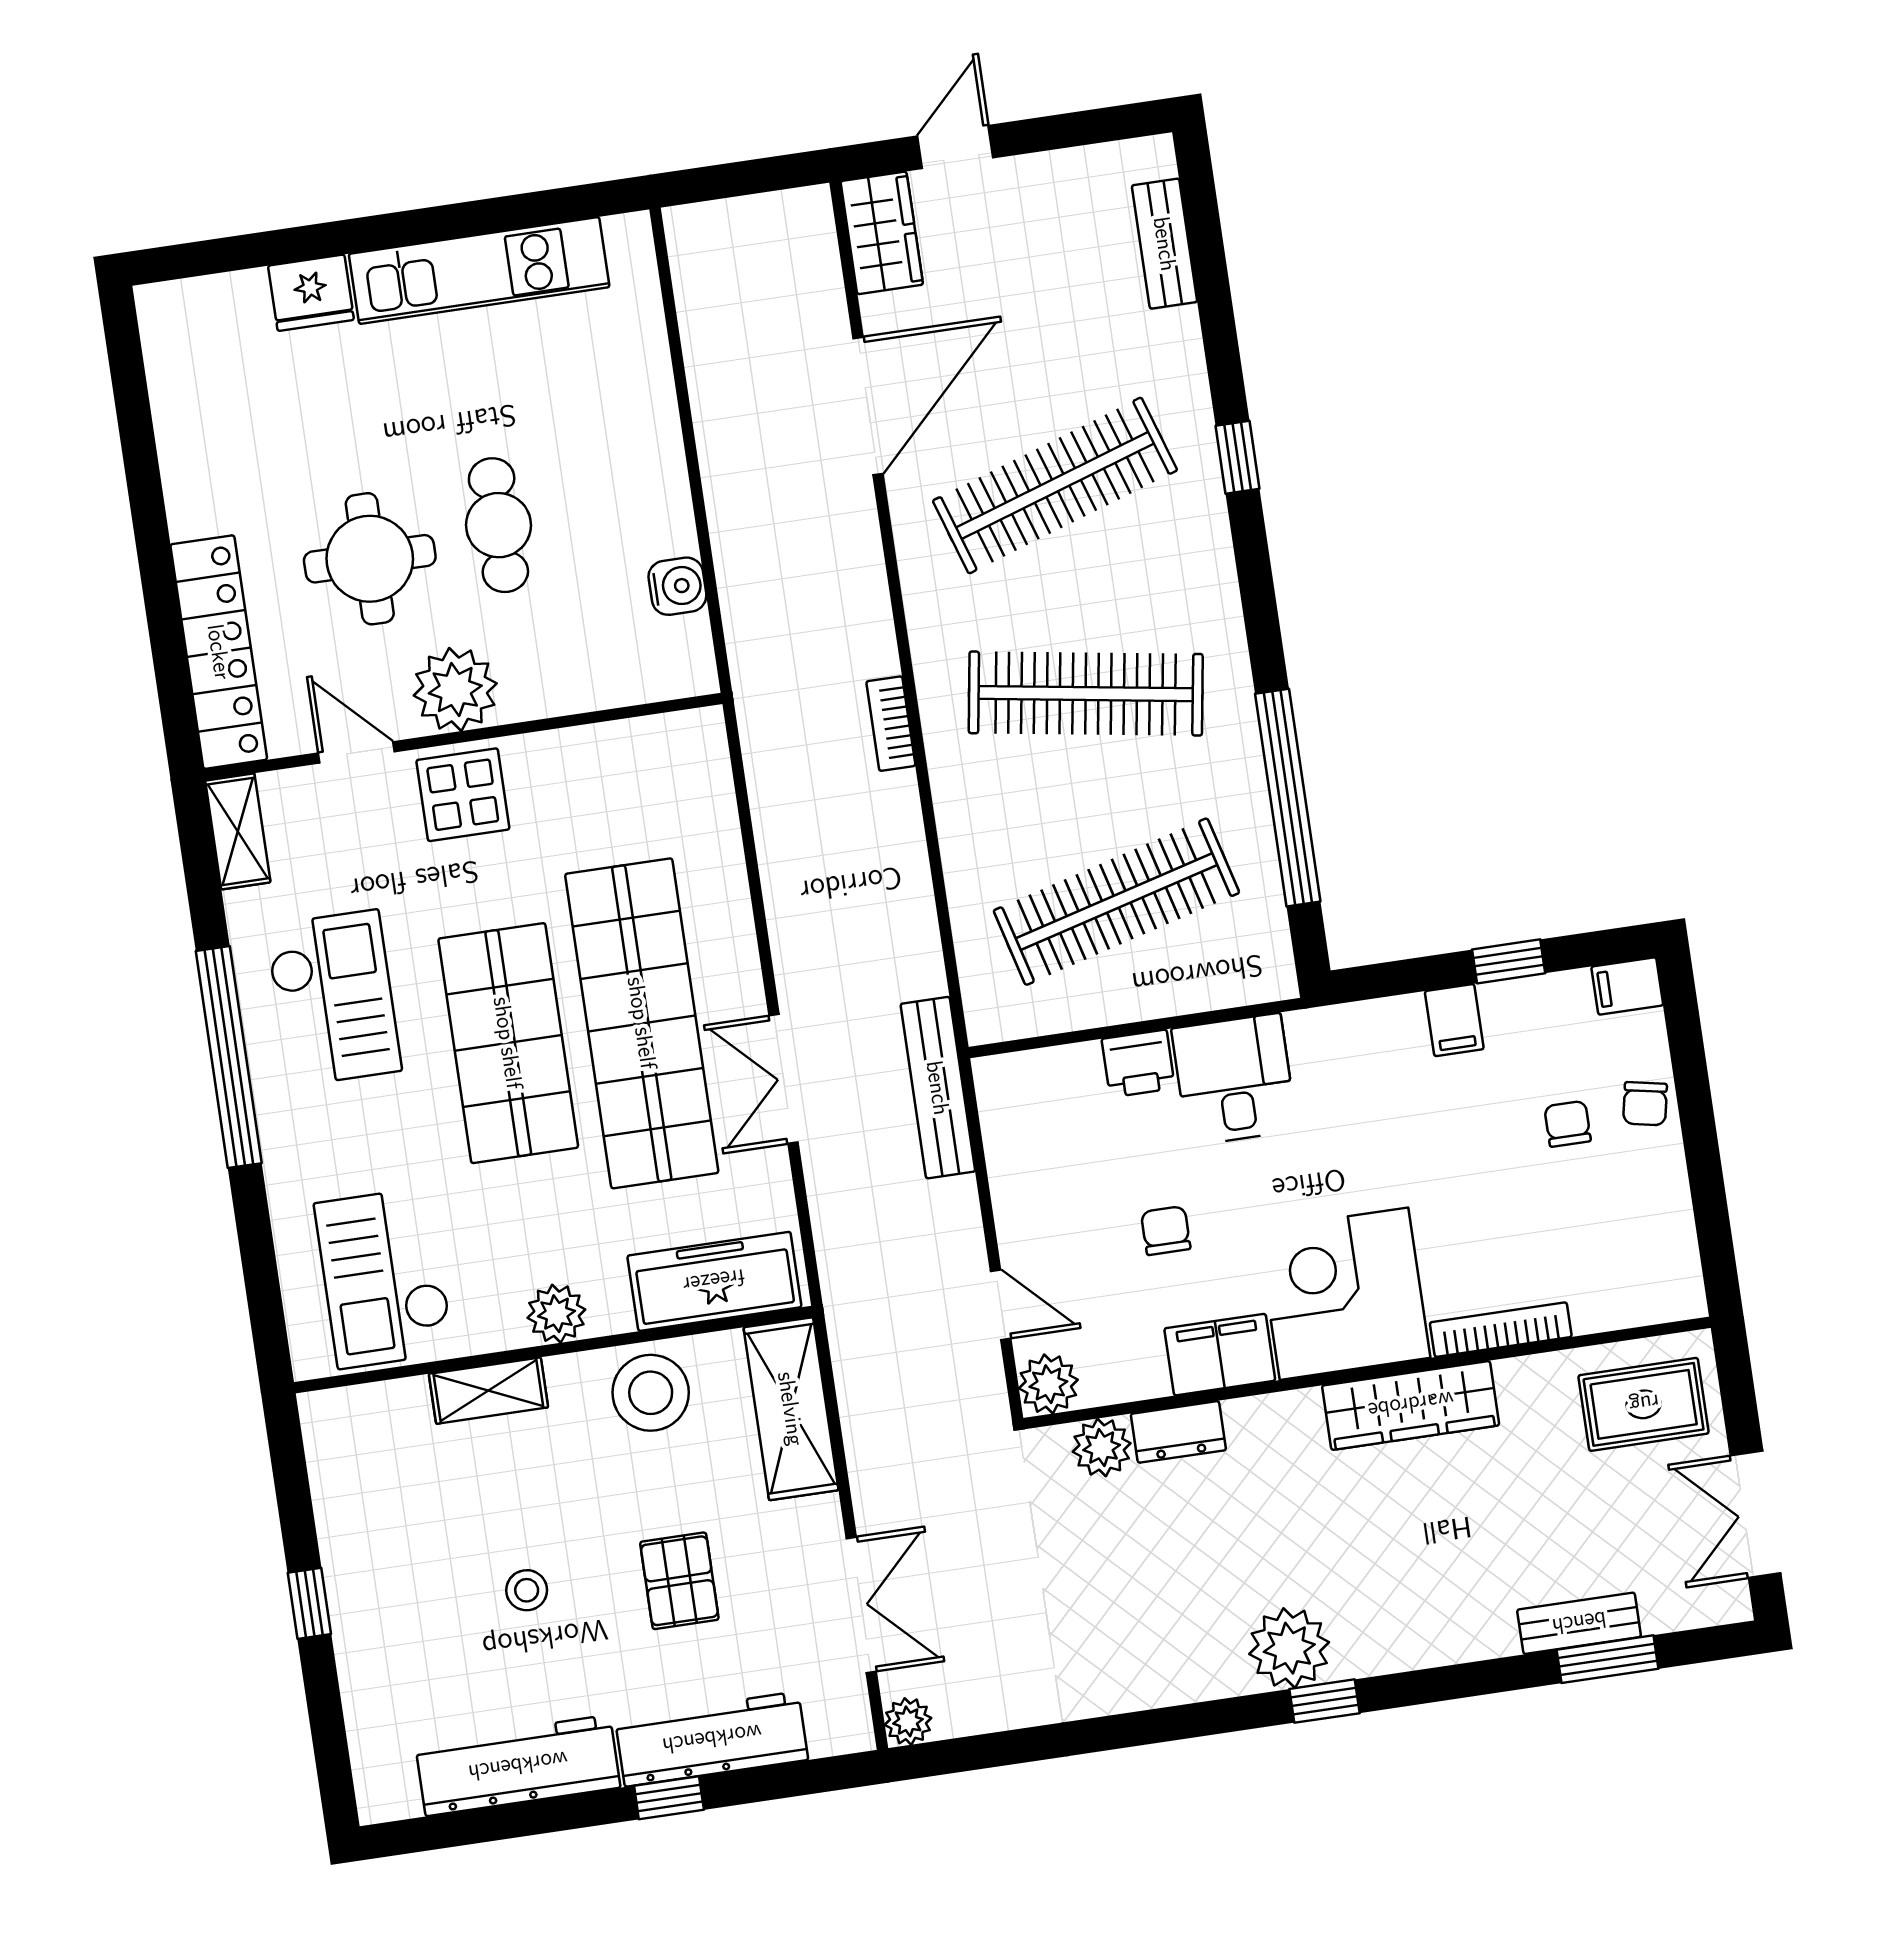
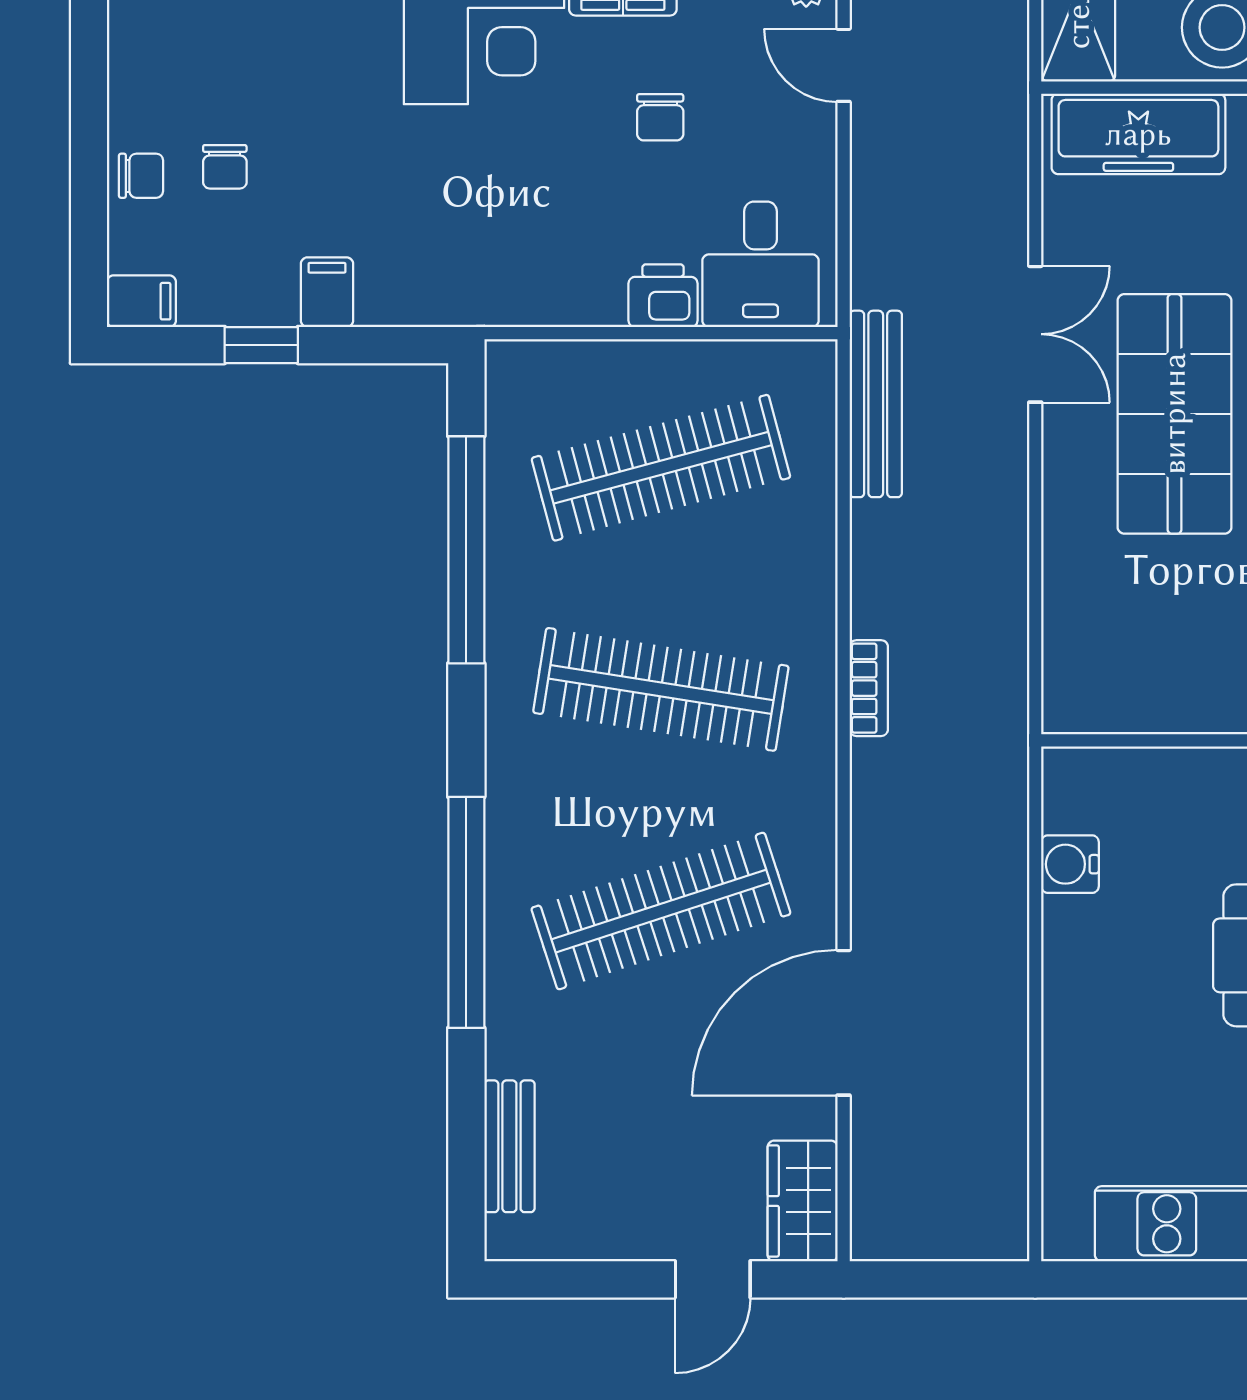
window: (1238, 457) -> (466, 912), width x3.17
shop shelf: (642, 1023) -> (1174, 414), width x0.71
desk: (1234, 1079) -> (761, 264), moved
bench: (938, 1088) -> (876, 404), moved
chair: (1645, 1104) -> (141, 176), turned 79

